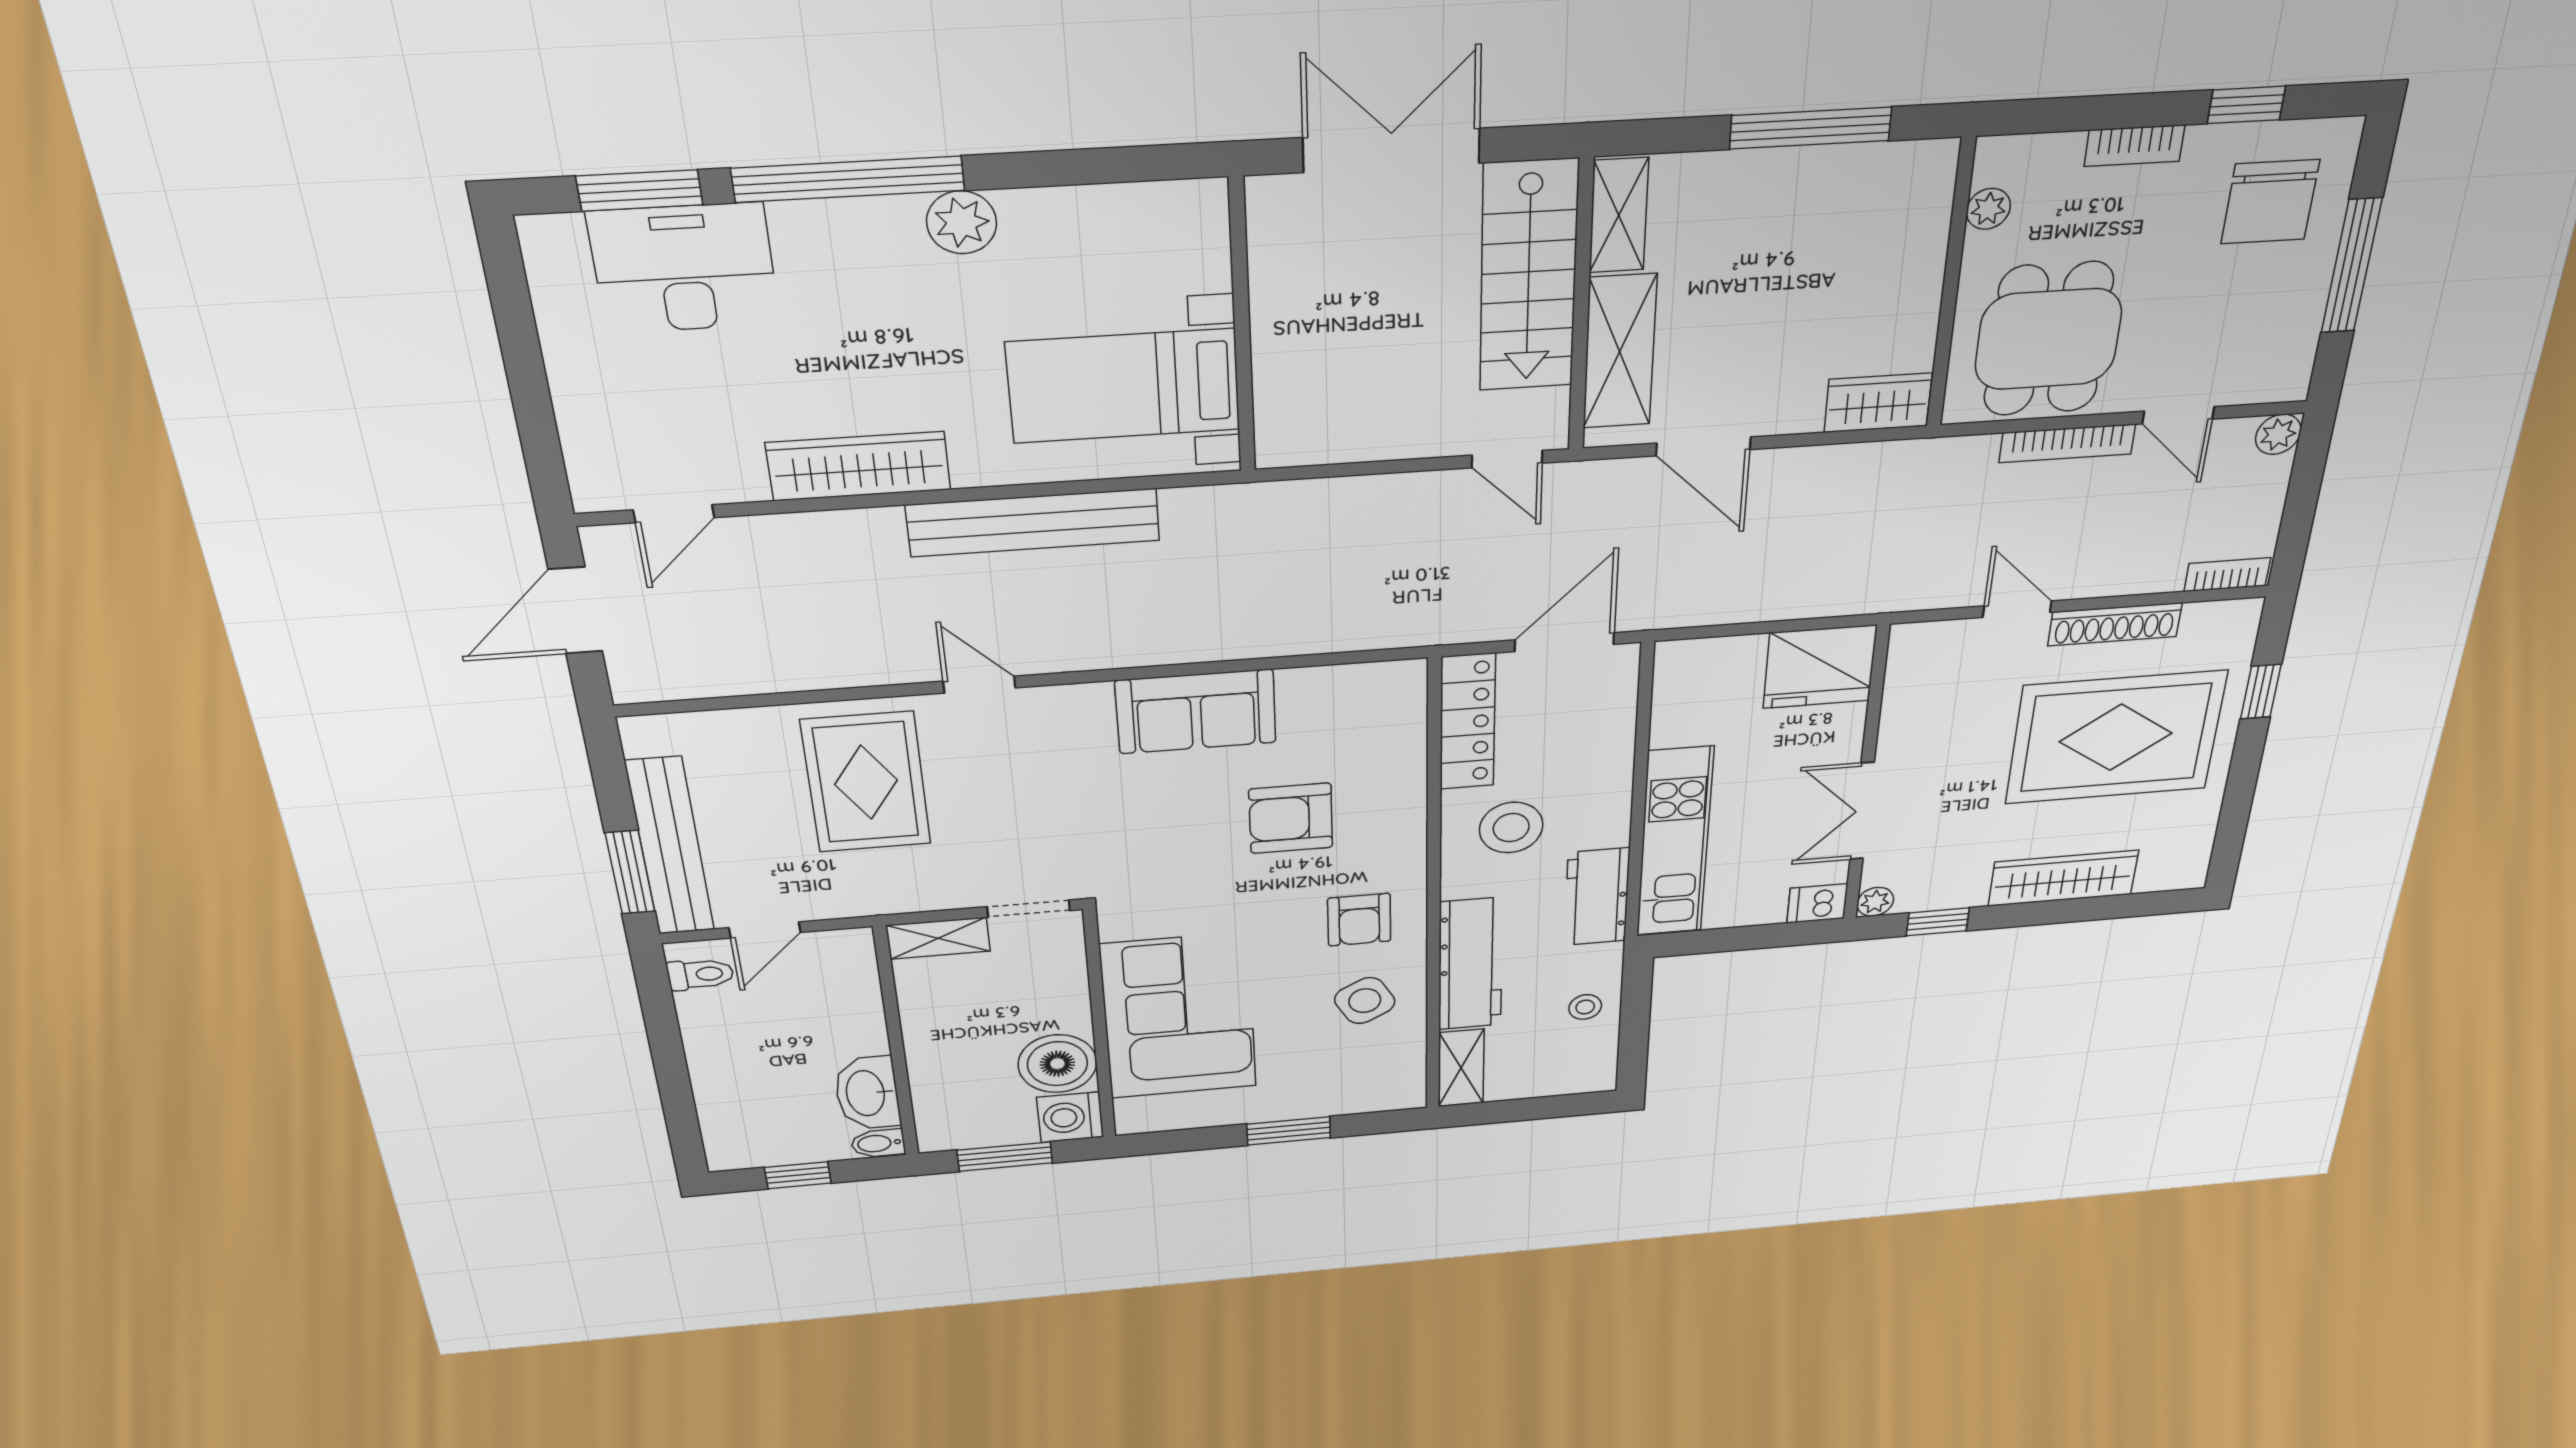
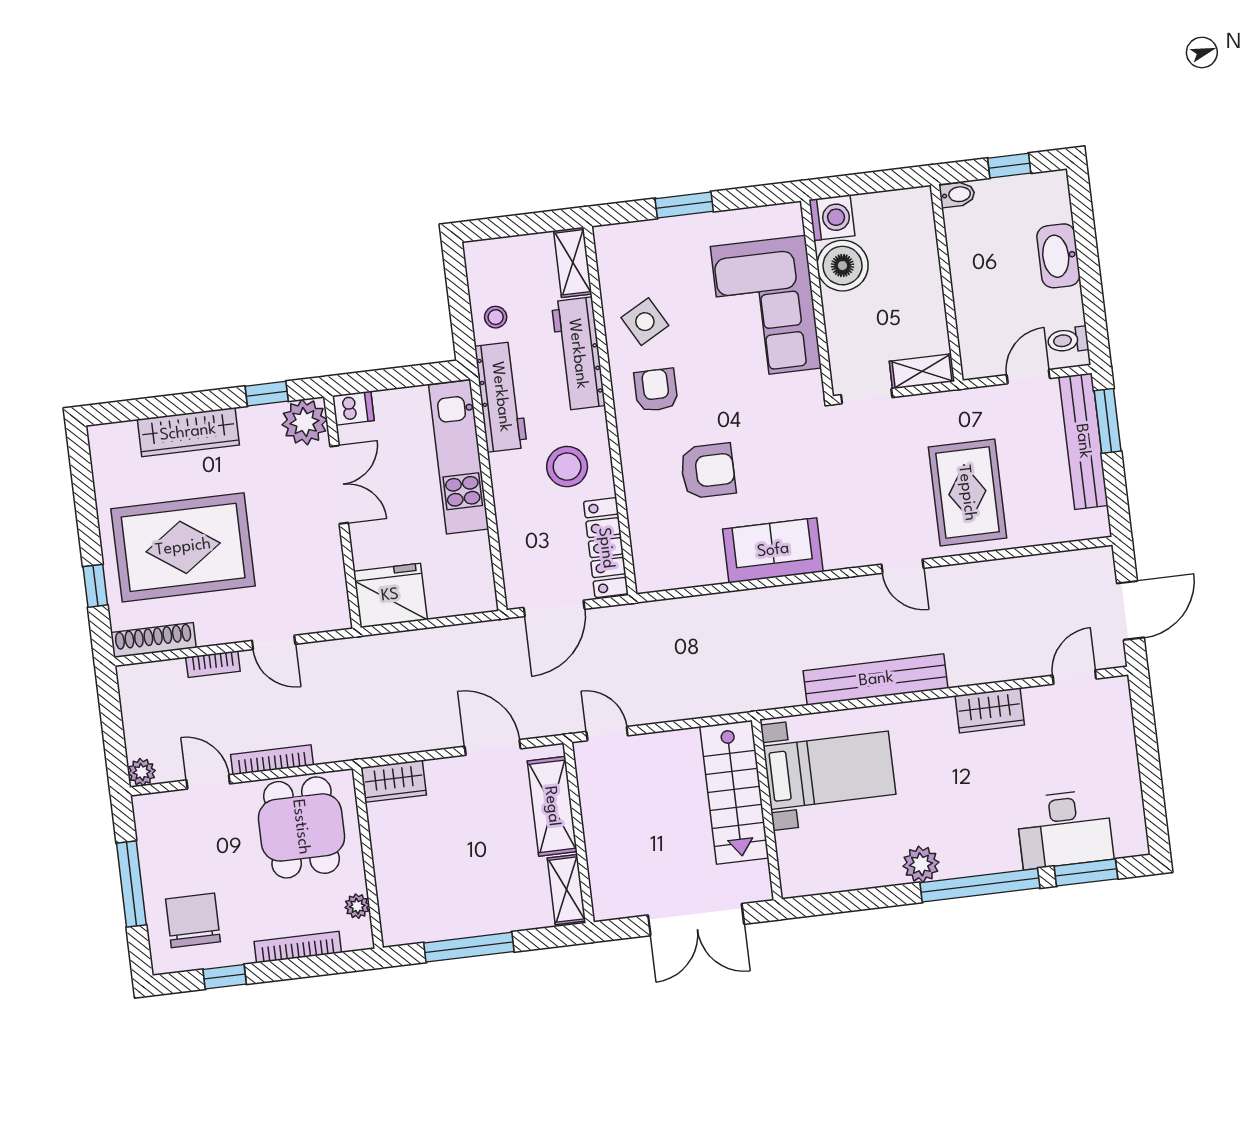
bookcase: (2134, 146) -> (298, 947), width x1.56
stairs: (1529, 276) -> (734, 792), moved, turned 180
wardrobe: (858, 466) -> (990, 710), width x0.67
bookcase: (2227, 575) -> (213, 664), moved
shoe rack: (2115, 624) -> (154, 640), moved
workbench: (1597, 897) -> (501, 397), width x1.38
plant: (1875, 902) -> (305, 422), width x1.88, depth x1.88
washbasin: (867, 1093) -> (1058, 256), moved, turned 180
window: (1005, 1157) -> (874, 182), removed

